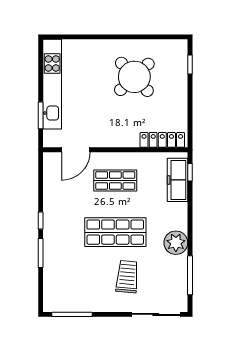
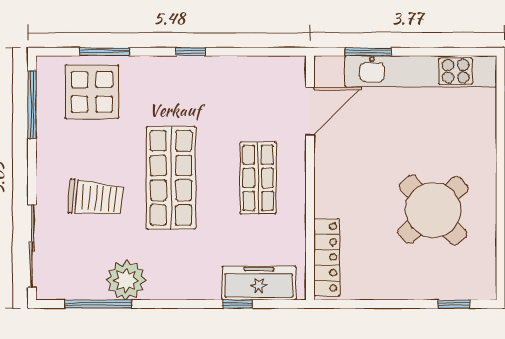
door: (76, 150) -> (310, 111), swing flipped
window: (190, 172) -> (238, 304), moved
plant: (176, 243) -> (126, 280), moved
window: (41, 253) -> (105, 52), moved
display table: (64, 279) -> (92, 92), added

